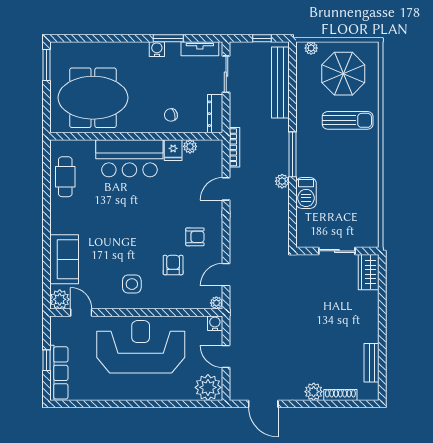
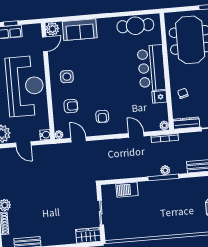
sun lounger: (348, 120) -> (189, 213), removed
plant: (190, 146) -> (164, 125), moved
cafe table: (65, 177) -> (135, 26), width x1.37, depth x1.35
plant: (282, 181) -> (165, 170), moved
barbecue: (306, 193) -> (127, 190), moved
armchair: (173, 265) -> (71, 106), moved
door: (226, 356) -> (23, 144), swing flipped

